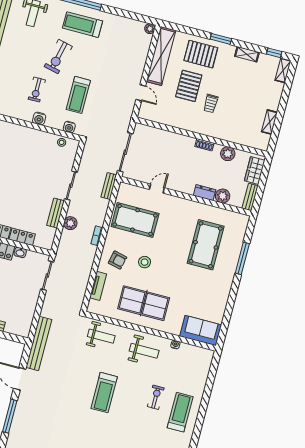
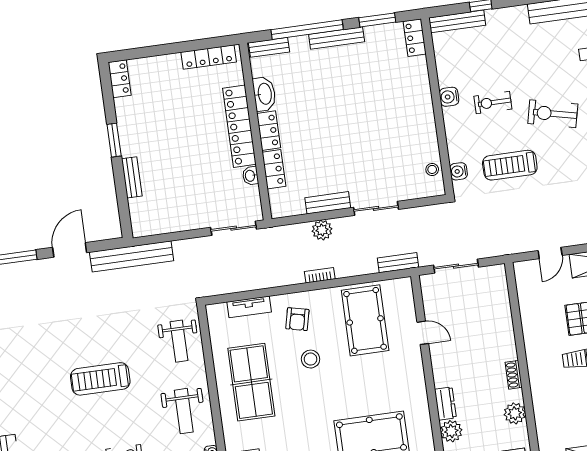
water cooler: (39, 119) -> (449, 97), moved
sliding door: (125, 152) -> (456, 266), width x0.73

